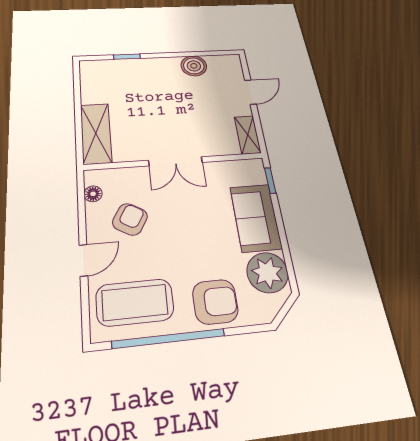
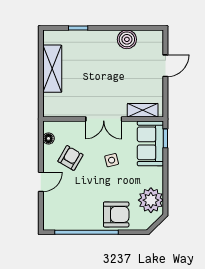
shelving: (96, 133) -> (52, 69), moved
shelving: (248, 135) -> (143, 110), moved, turned 90
side table: (195, 217) -> (112, 160), added
sofa: (256, 218) -> (150, 143), moved
coffee table: (135, 302) -> (69, 210), removed

